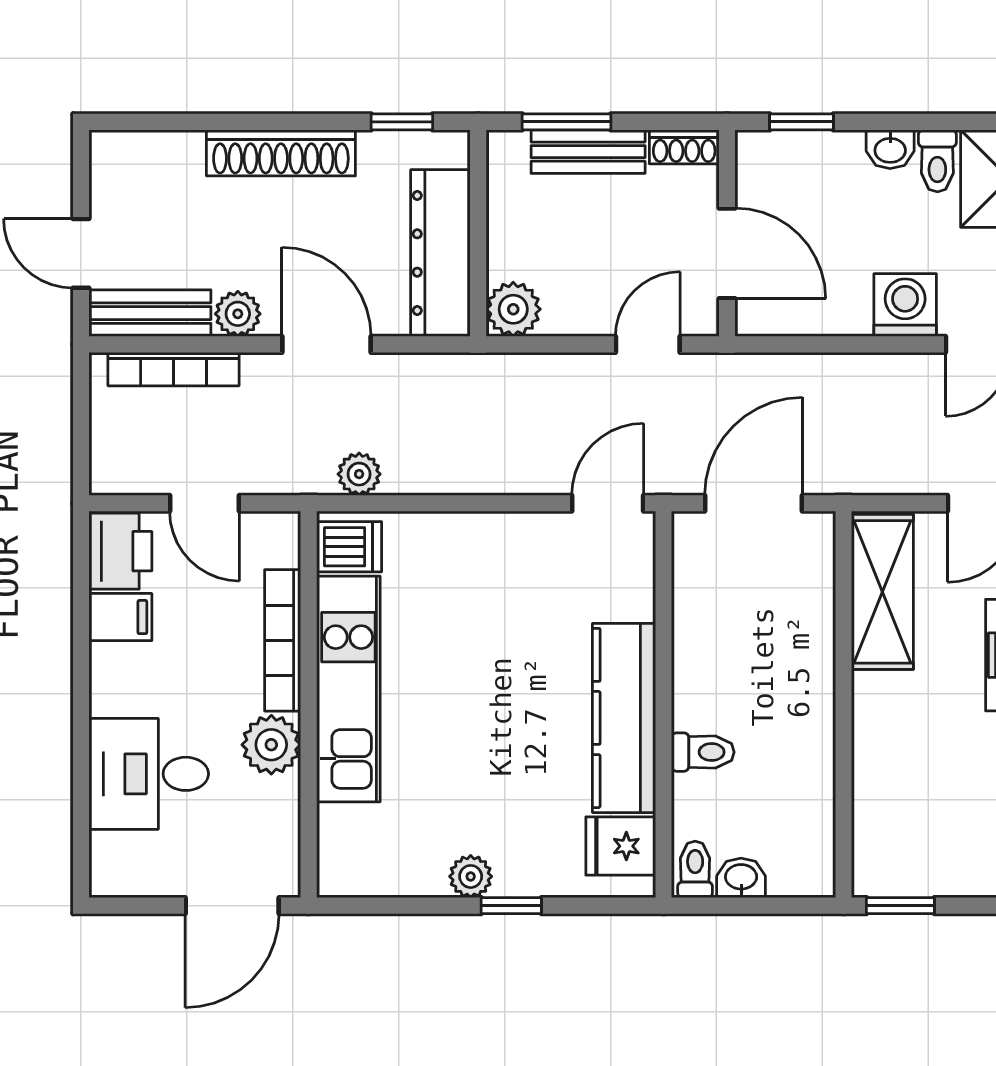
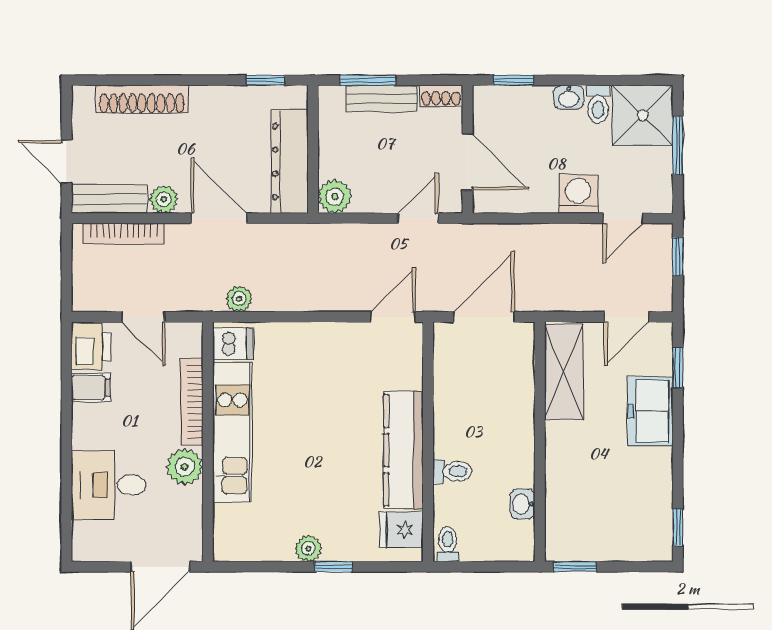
shoe rack: (281, 153) -> (142, 99), moved
washbasin: (741, 878) -> (523, 504), moved, turned -90

